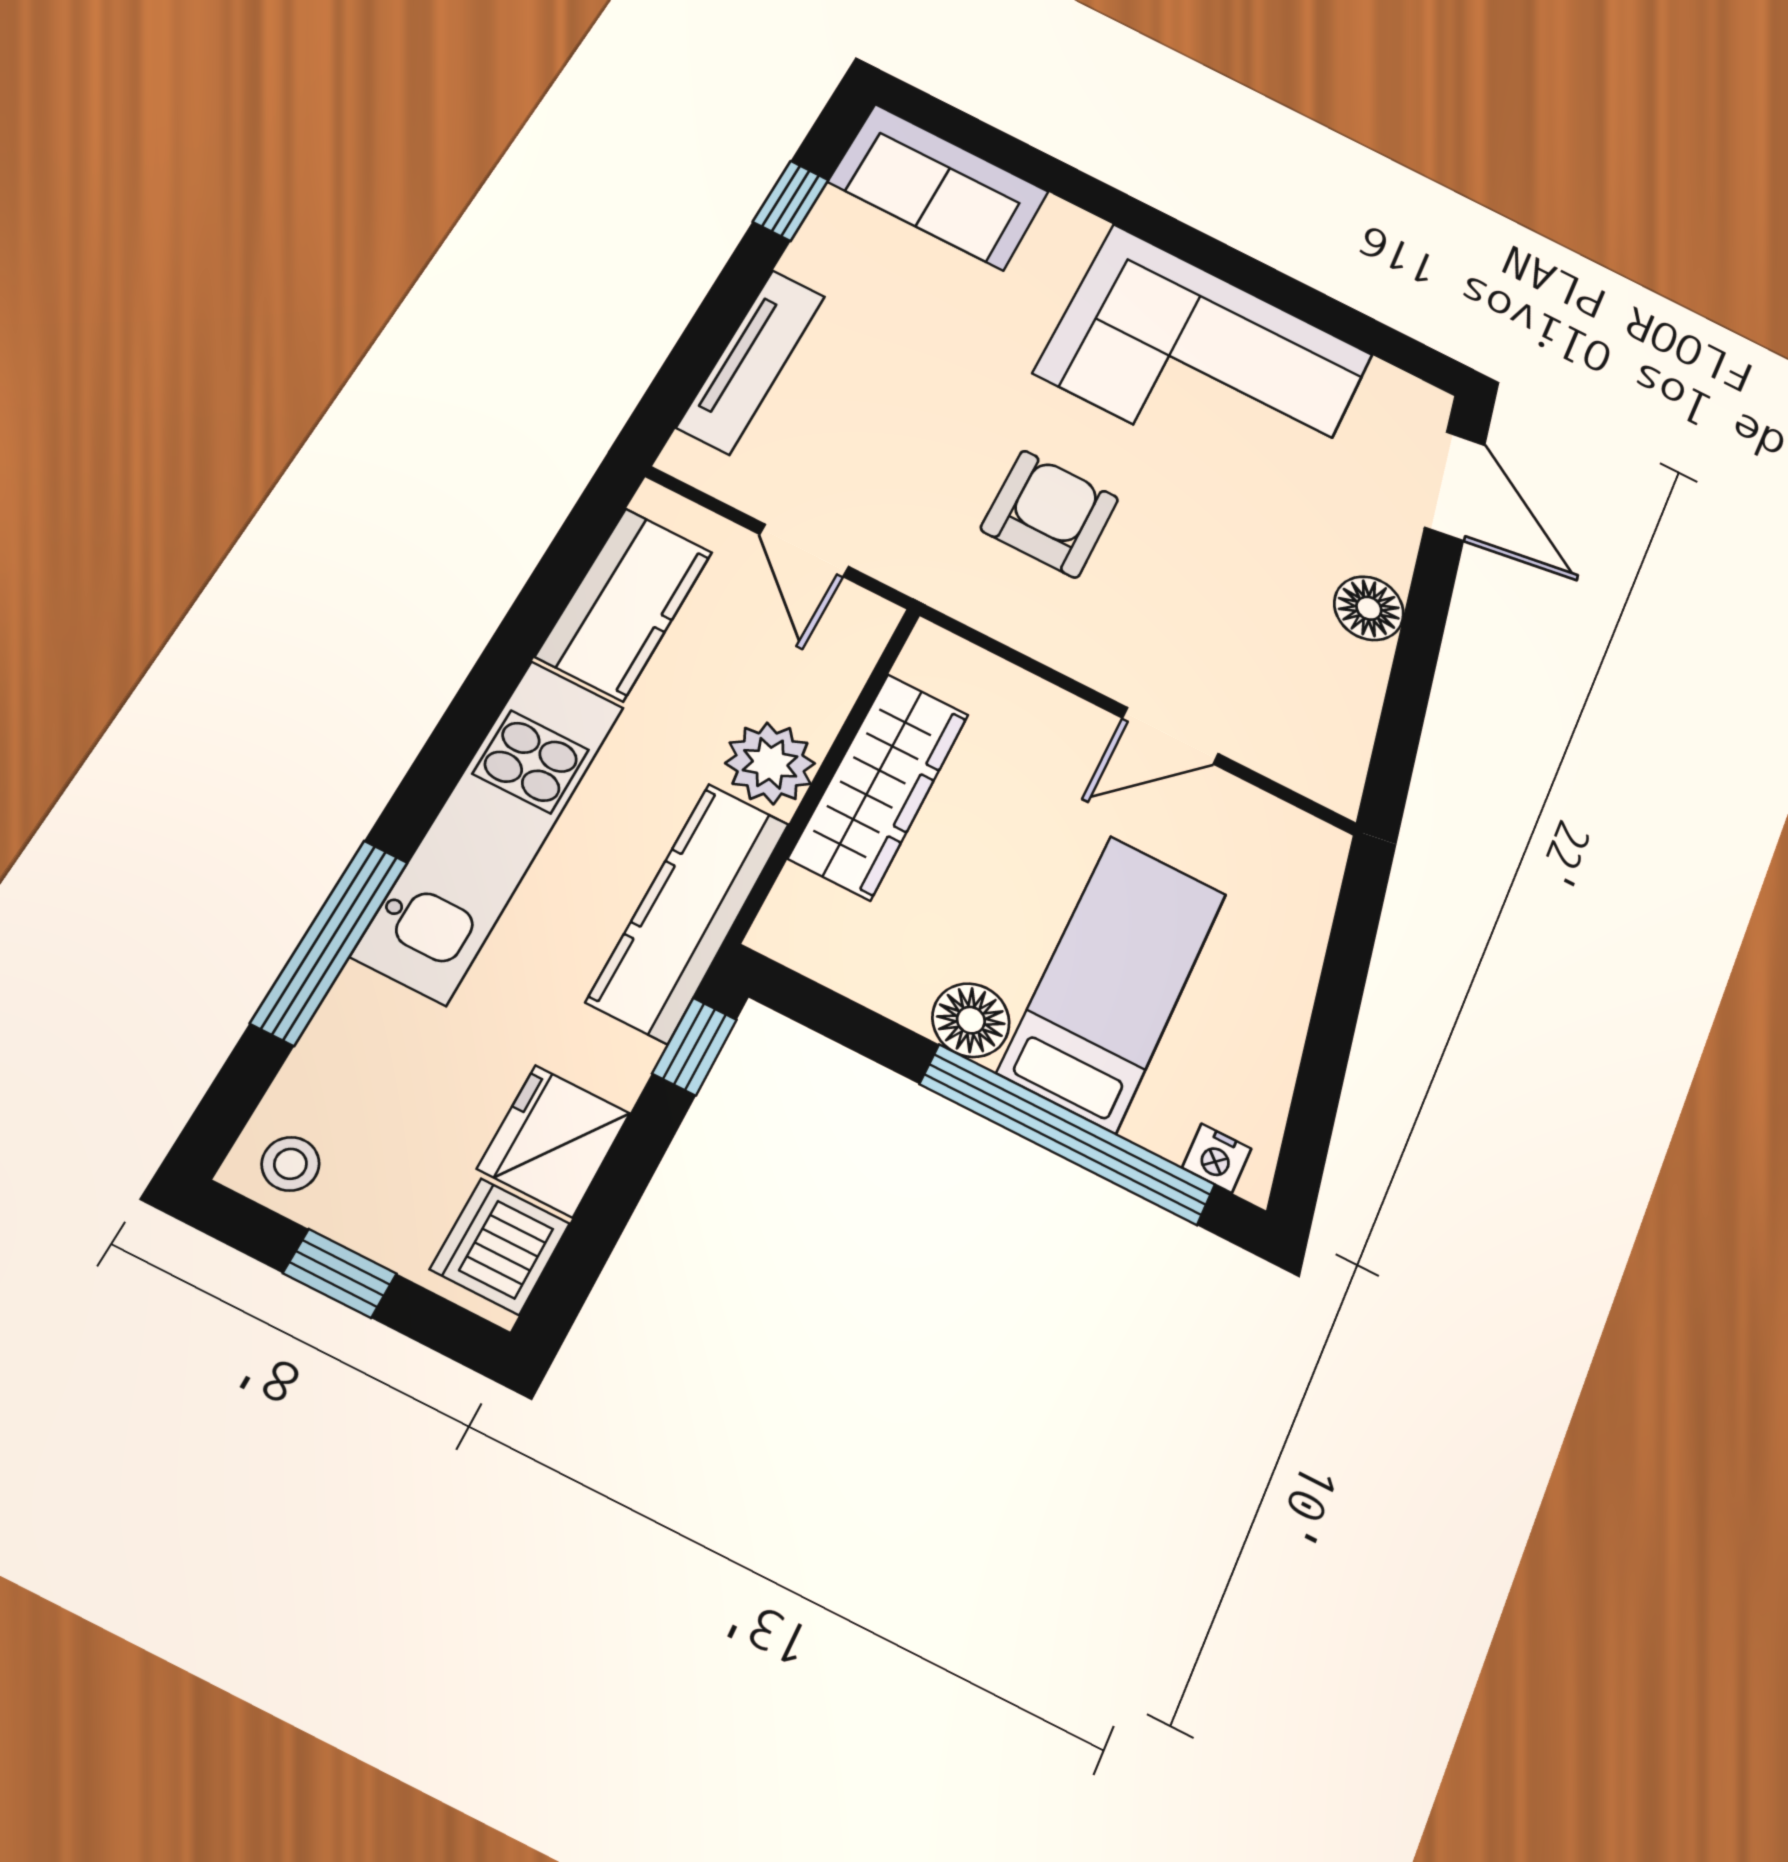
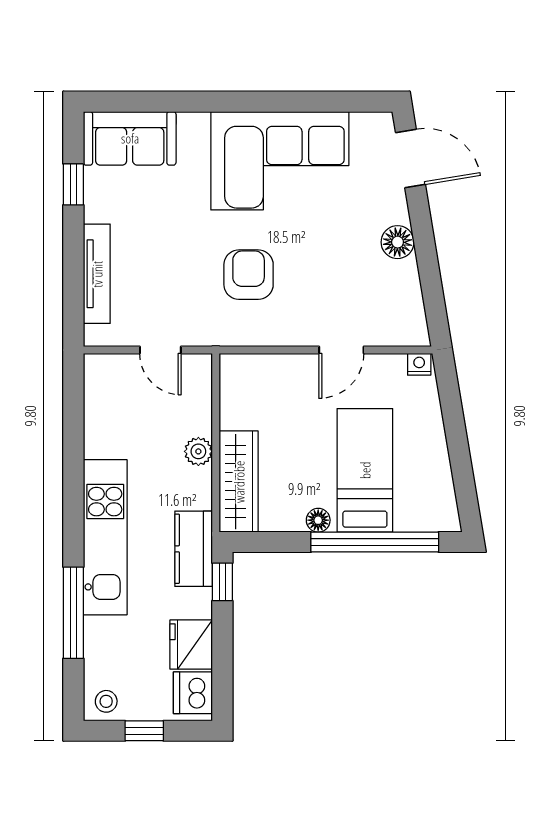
kitchen counter: (624, 604) -> (105, 415), removed
plant: (770, 763) -> (198, 451), width x0.73, depth x0.73
wardrobe: (879, 786) -> (239, 482), moved
kitchen counter: (689, 912) -> (194, 549), width x0.67
floor lamp: (971, 1020) -> (318, 520), width x0.73, depth x0.73
nightstand: (1217, 1158) -> (419, 364), moved, turned 180

